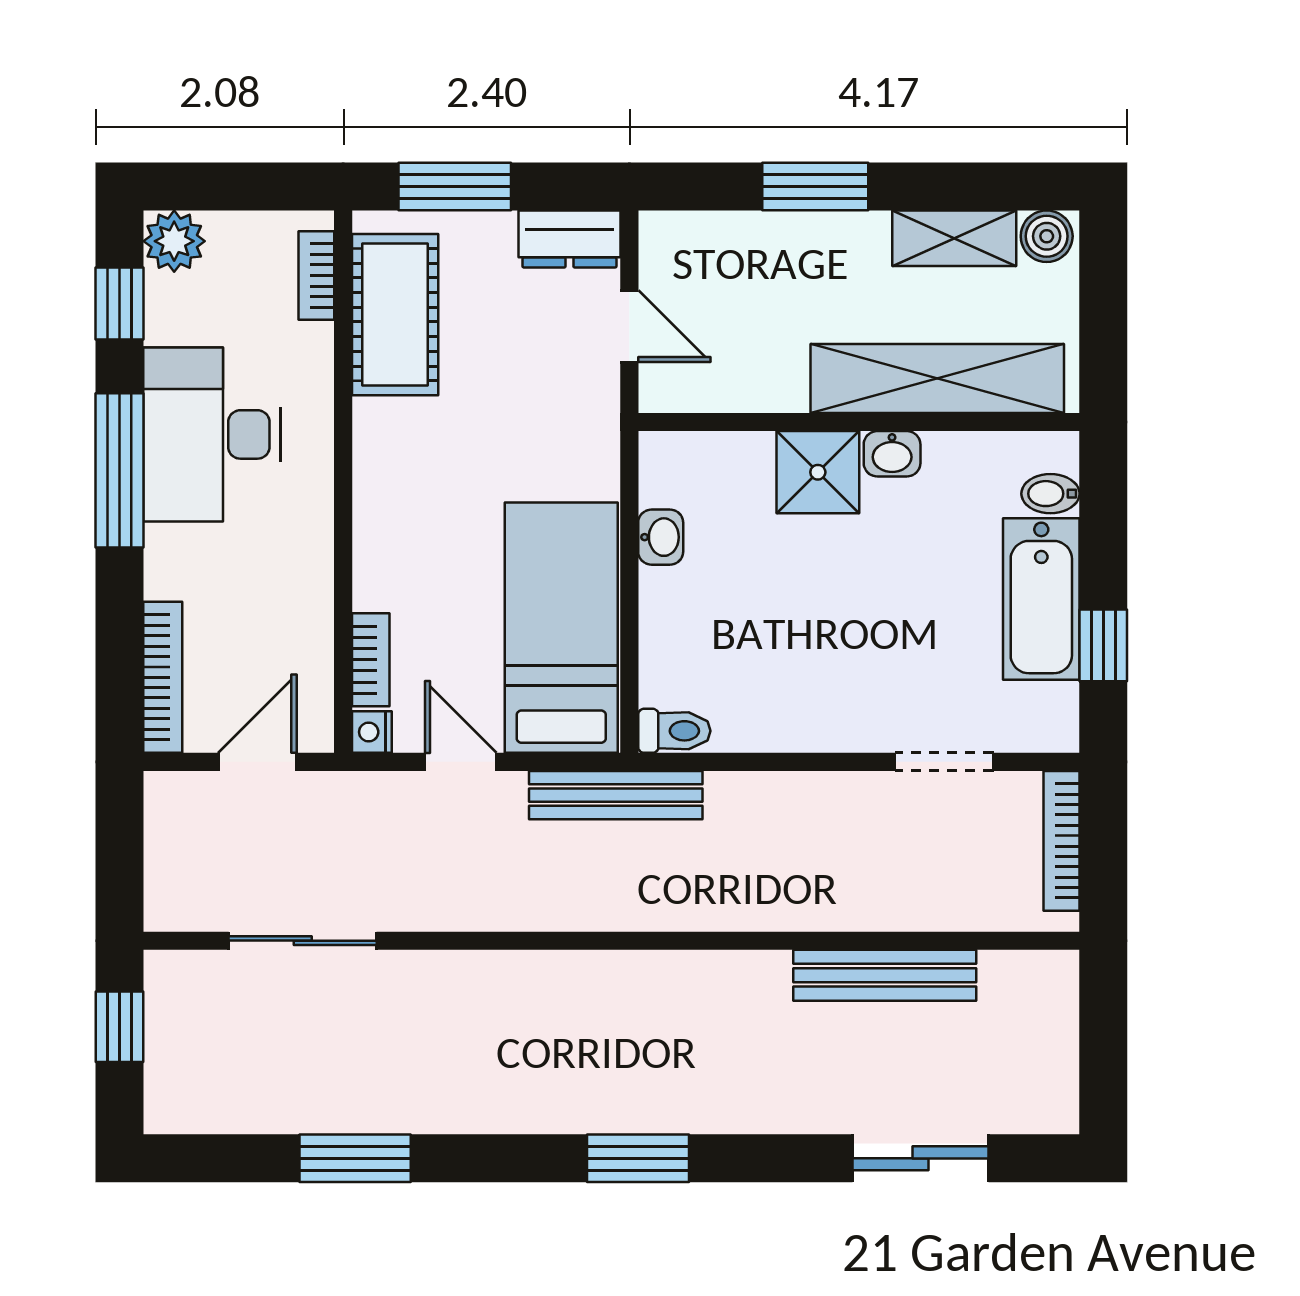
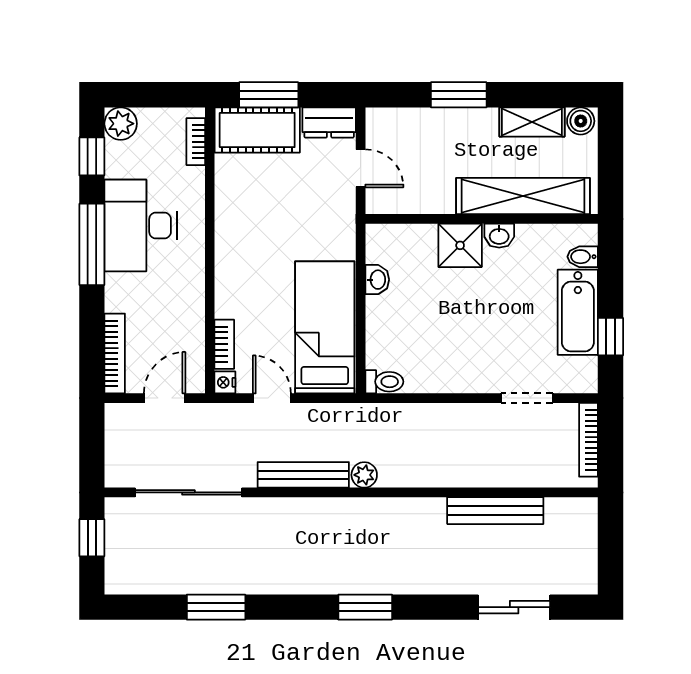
cot: (395, 315) -> (257, 130), moved, turned 90
bench: (616, 795) -> (303, 475), moved
plant: (636, 908) -> (364, 475), added
sliding door: (303, 941) -> (188, 492), width x1.37

